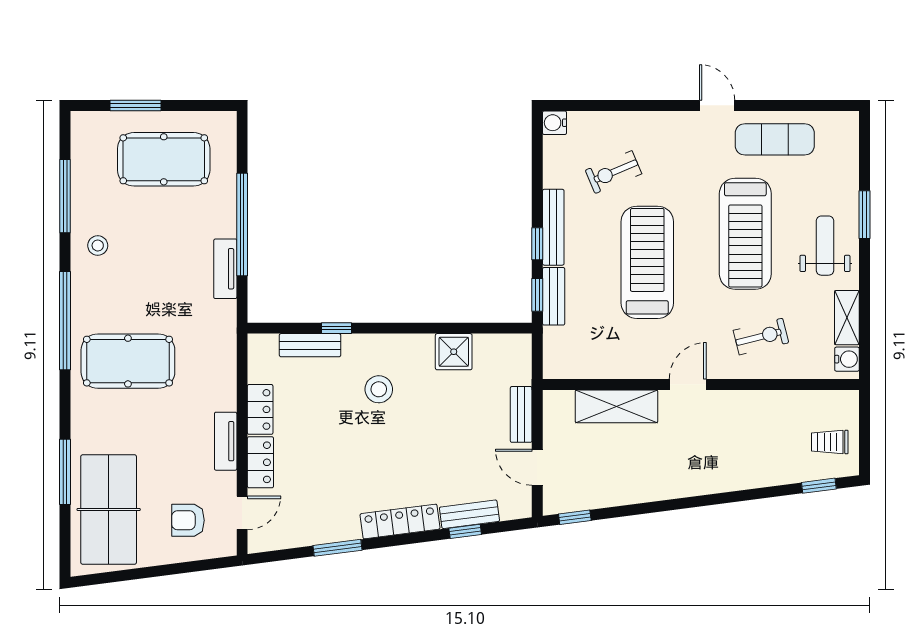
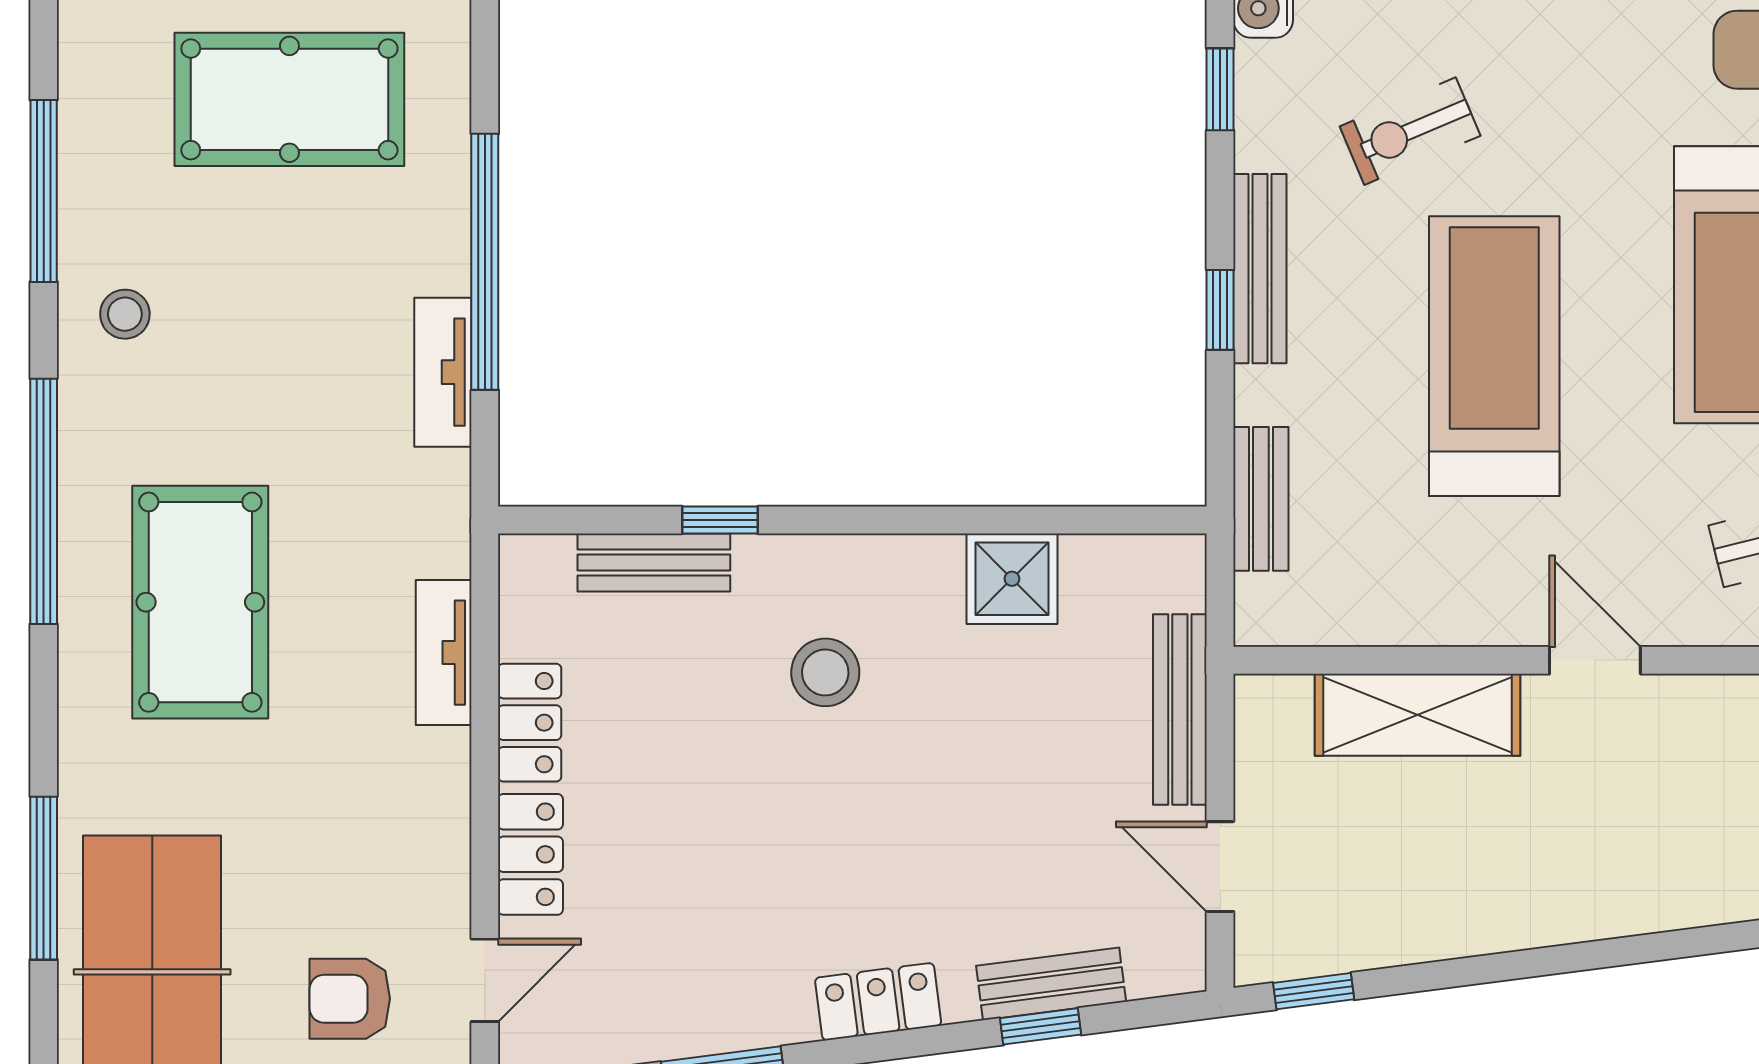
window: (537, 295) -> (1220, 89), moved
bench: (554, 296) -> (1261, 499), moved
pool table: (128, 361) -> (200, 602), turned 90
door: (688, 384) -> (1595, 660), hinge flipped
bench: (521, 414) -> (1180, 710), width x1.36
tv unit: (226, 441) -> (444, 653), moved
locker: (400, 521) -> (878, 1002), width x0.66

